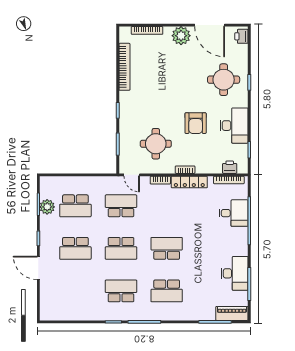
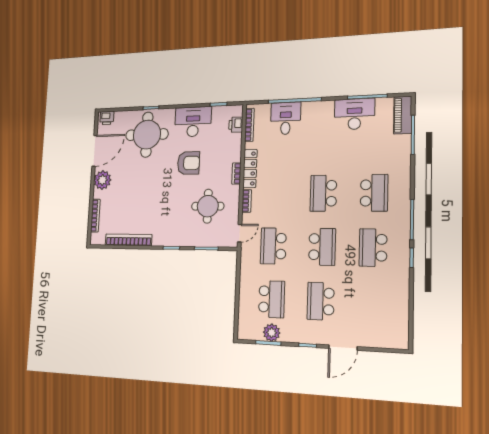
round table: (224, 80) -> (147, 135), width x1.36, depth x1.36
school desk: (75, 248) -> (321, 301), turned 180

